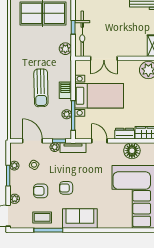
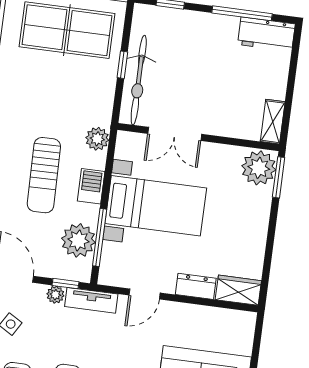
plant: (65, 49) -> (97, 139), moved
plant: (67, 114) -> (78, 240), width x1.87, depth x1.87
door: (99, 141) -> (145, 294), swing flipped
floor lamp: (132, 151) -> (206, 322), removed

